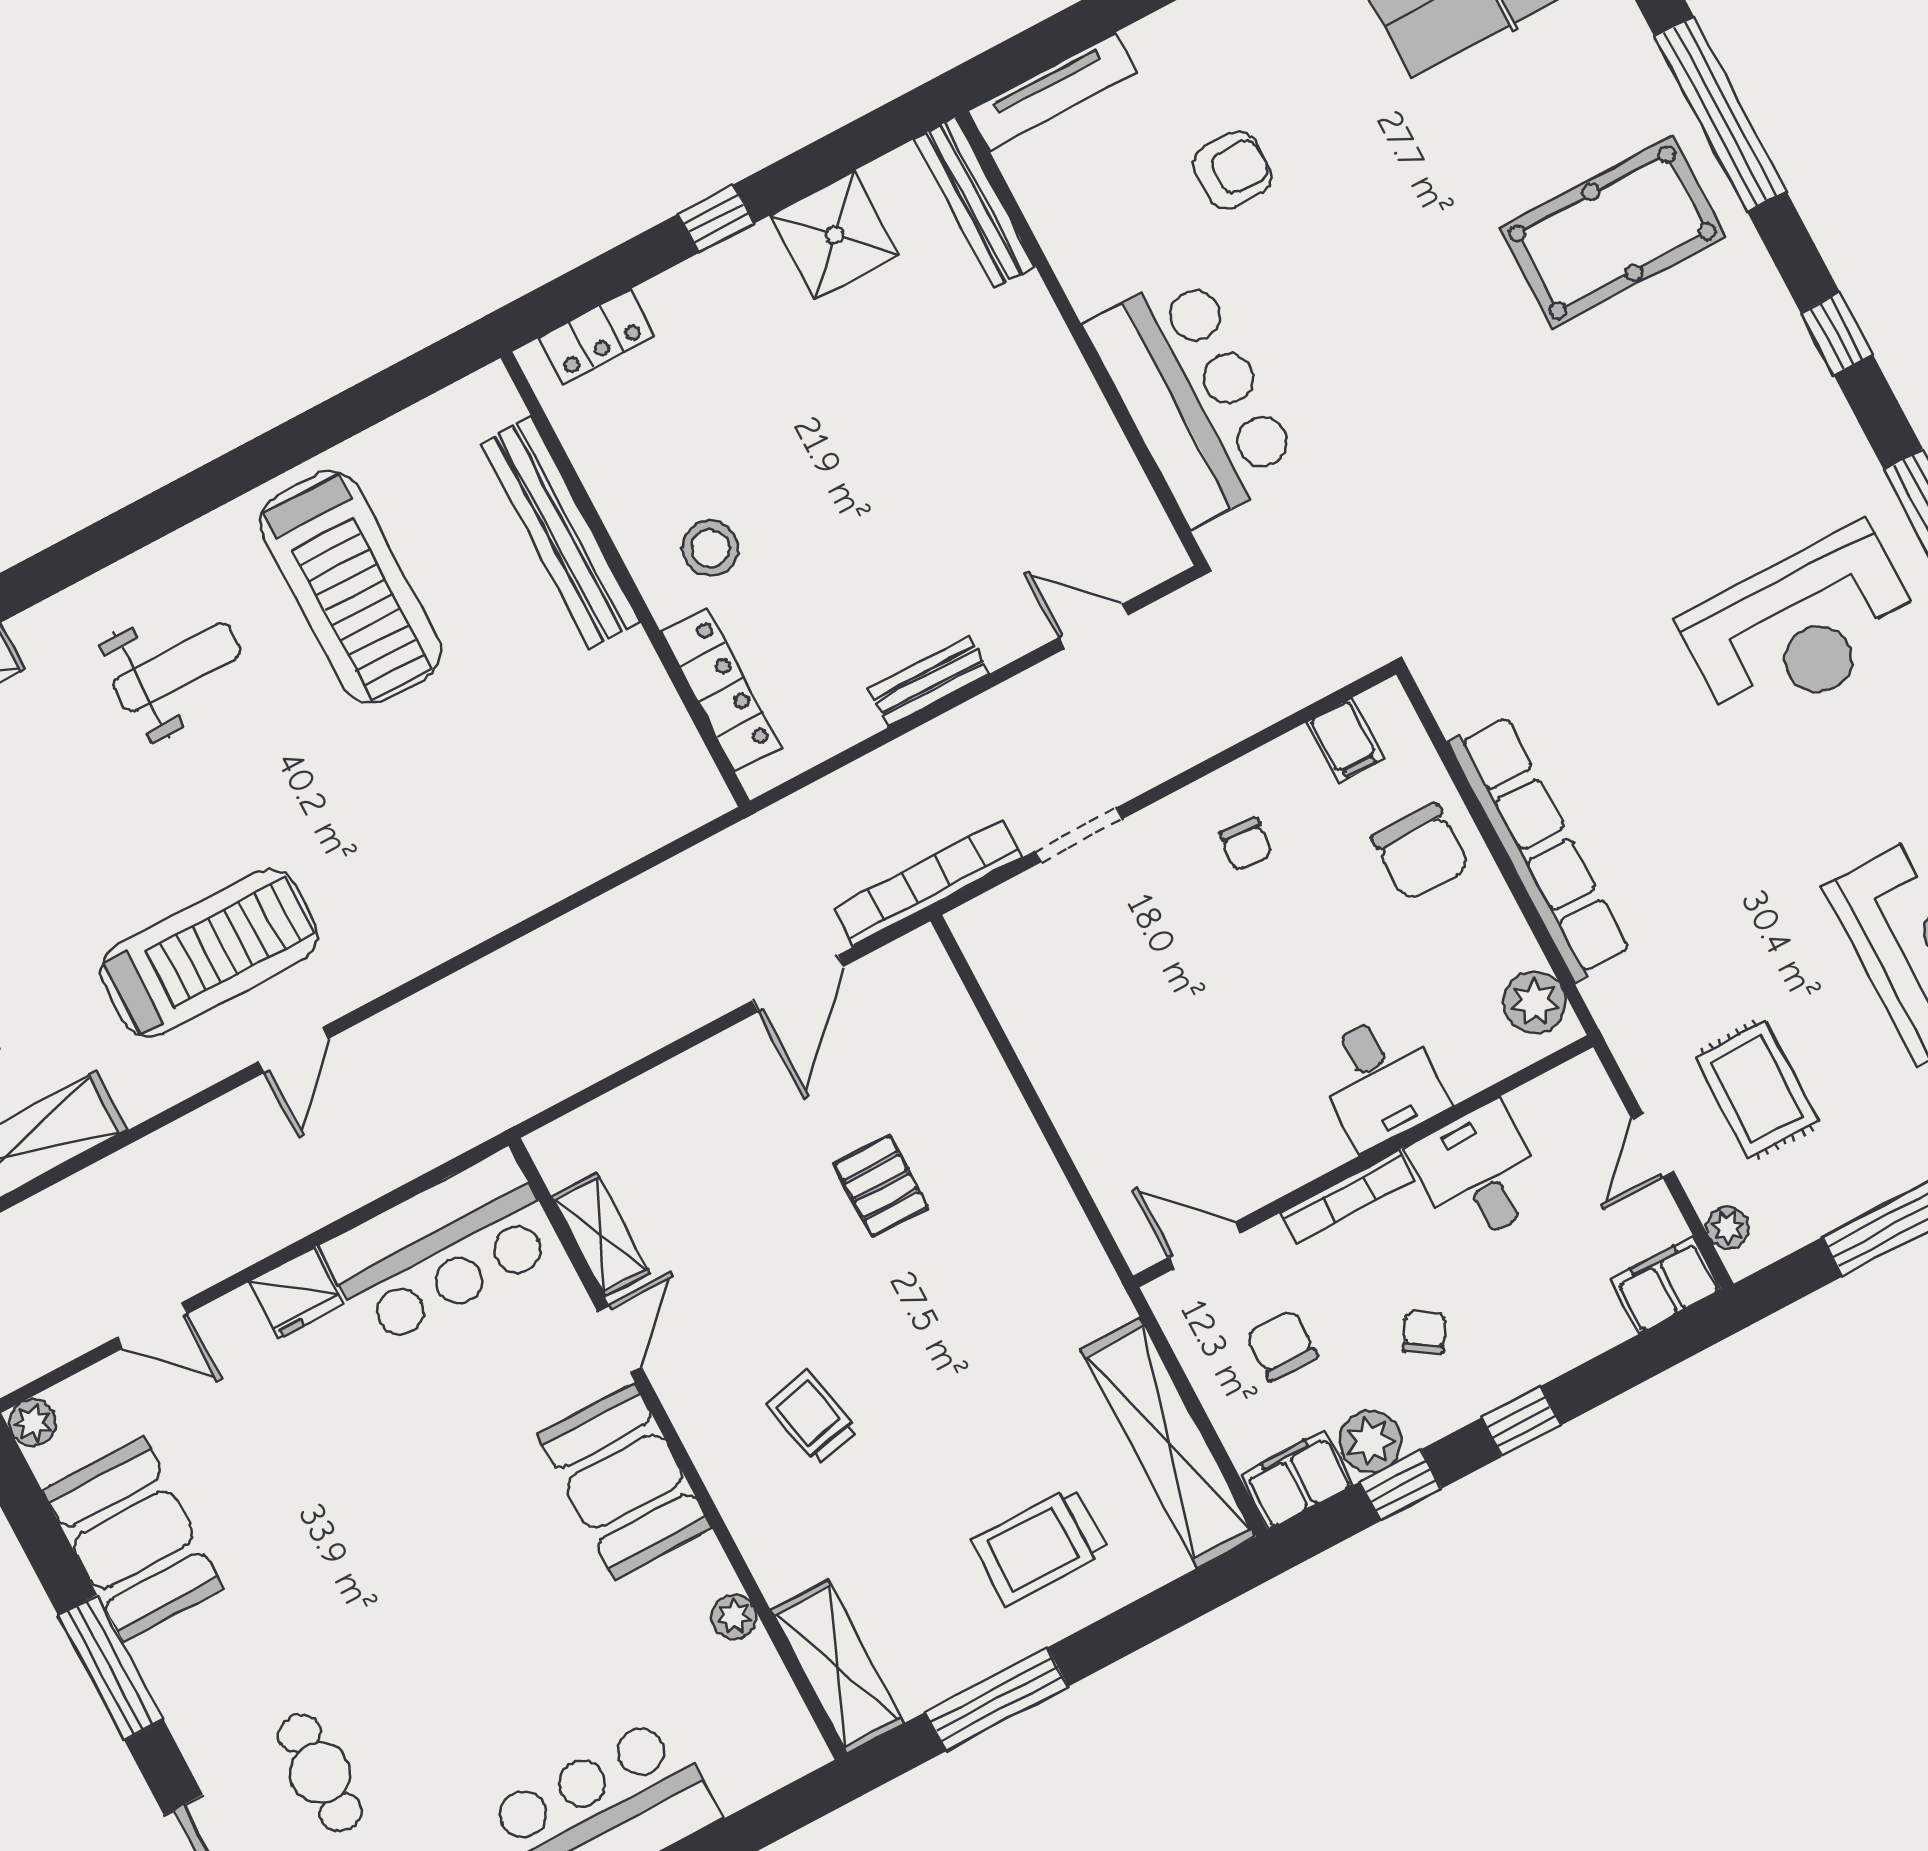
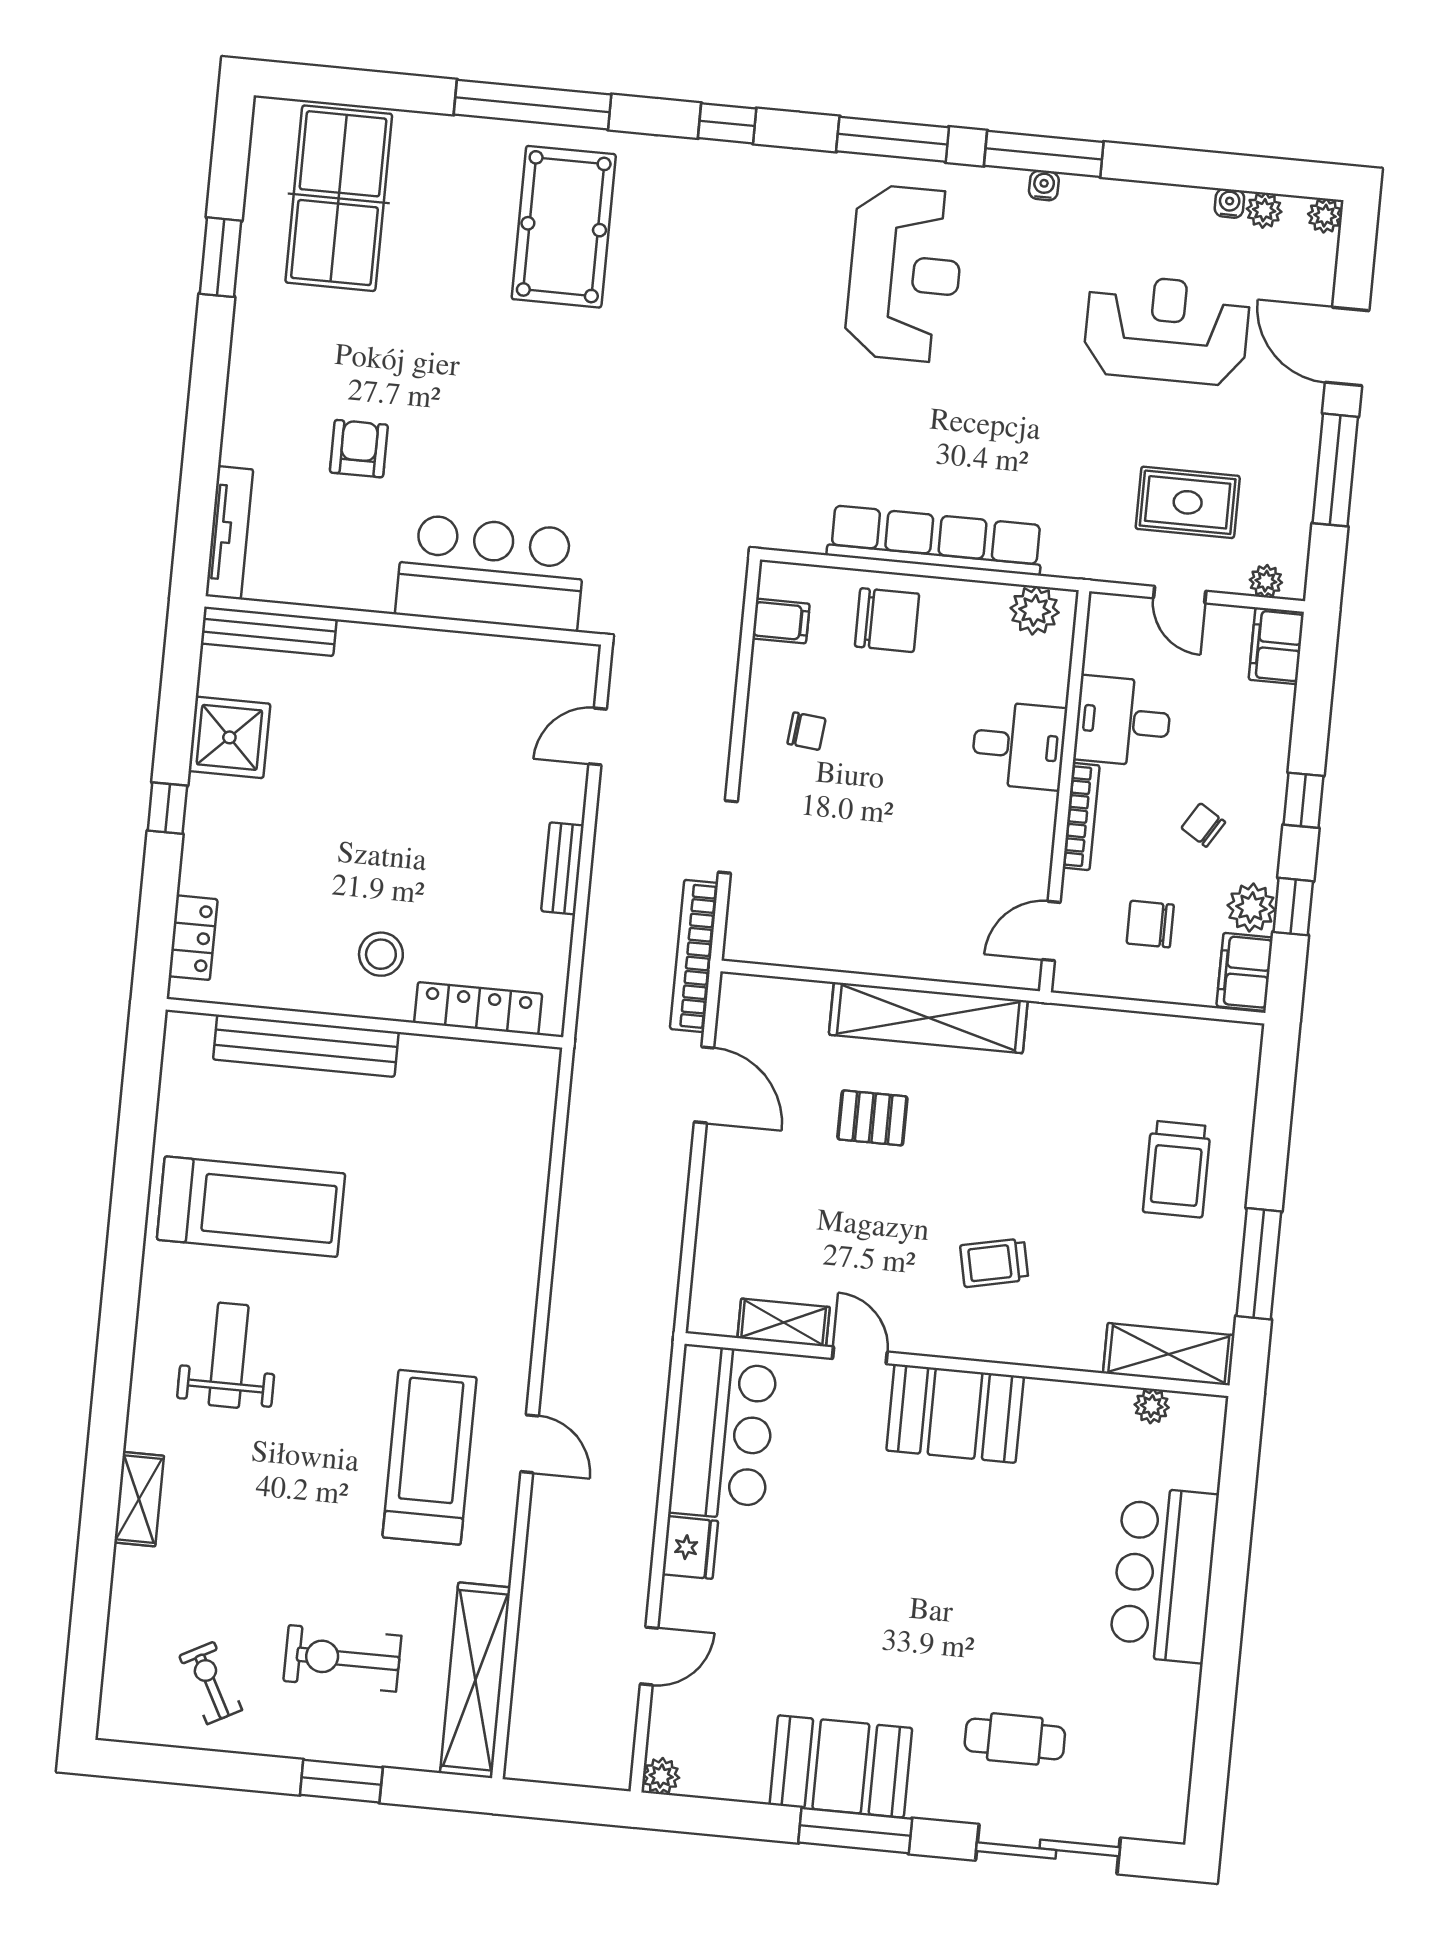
shelving: (1168, 1443) -> (928, 1018), moved
booth: (133, 1540) -> (841, 1766), moved
plant: (734, 1617) -> (1152, 1406), moved

